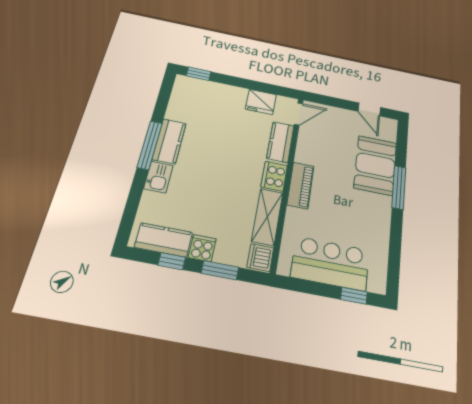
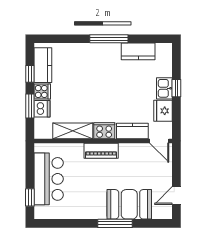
window: (198, 74) -> (176, 88), moved
kitchen counter: (169, 141) -> (138, 51), moved
kitchen sink: (158, 177) -> (164, 88), moved, turned 90
dishwasher: (260, 257) -> (42, 109), moved, turned 90

